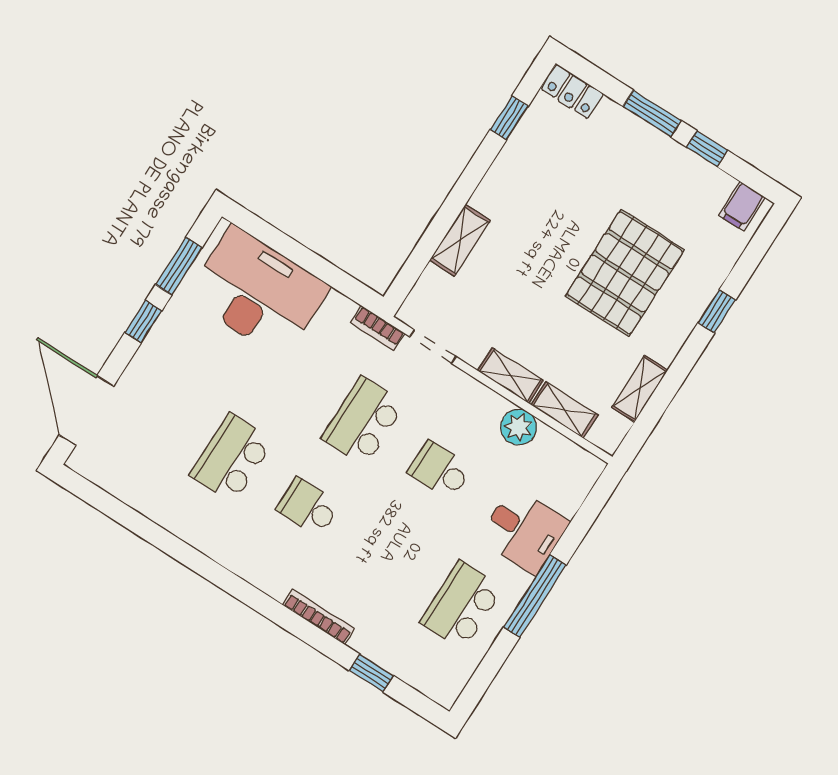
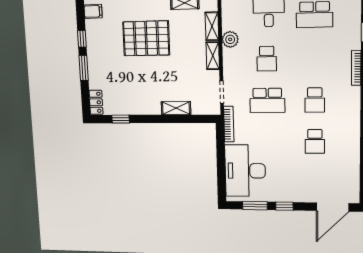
bookcase: (378, 328) -> (229, 124), width x1.56
school desk: (232, 458) -> (315, 141), width x0.54

